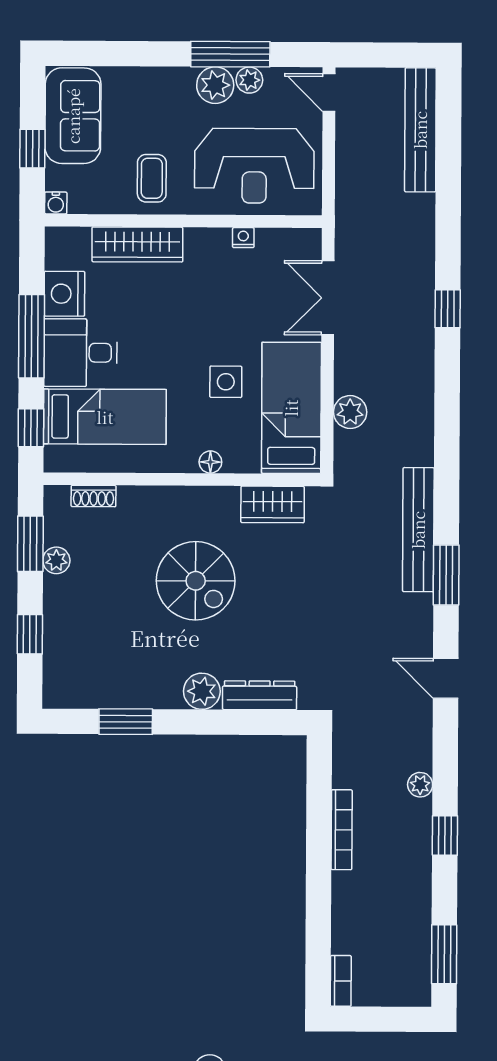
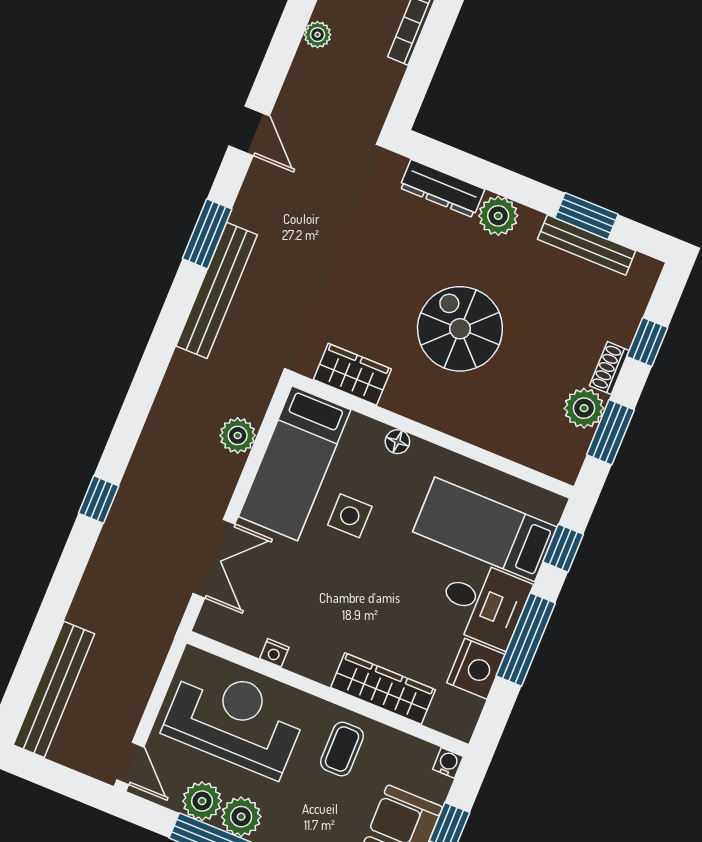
plant: (249, 80) -> (202, 801), width x1.38, depth x1.38
shoe rack: (94, 496) -> (609, 368), moved, turned -90
plant: (56, 560) -> (584, 408), width x1.38, depth x1.38
bench: (116, 697) -> (587, 245), added

